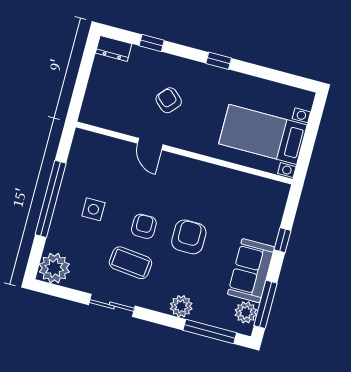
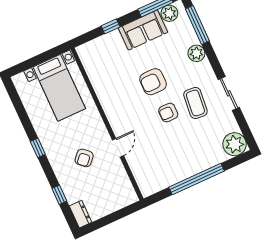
side table: (93, 209) -> (182, 150), removed

